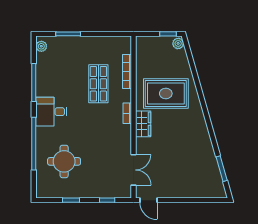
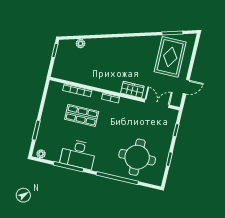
plant: (178, 43) -> (80, 44), moved
rug: (166, 93) -> (170, 57), moved
desk: (51, 112) -> (78, 154), moved, width x1.37
wardrobe: (143, 124) -> (132, 90), moved
round table: (64, 161) -> (137, 157), width x1.36, depth x1.36
door: (148, 200) -> (186, 87), moved

